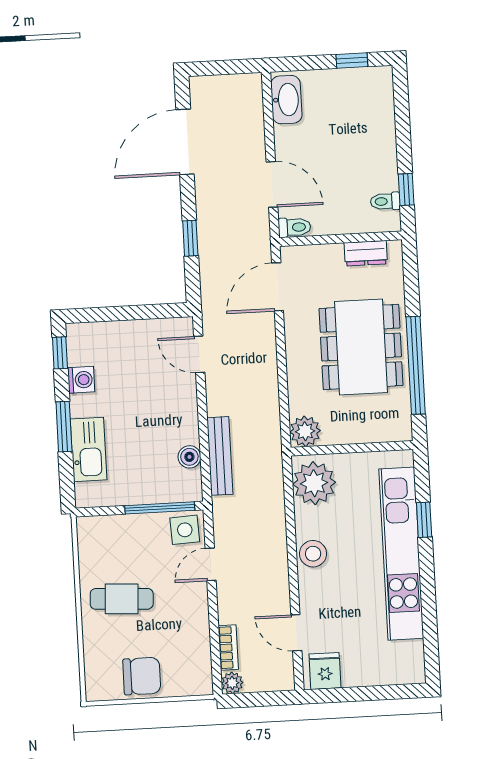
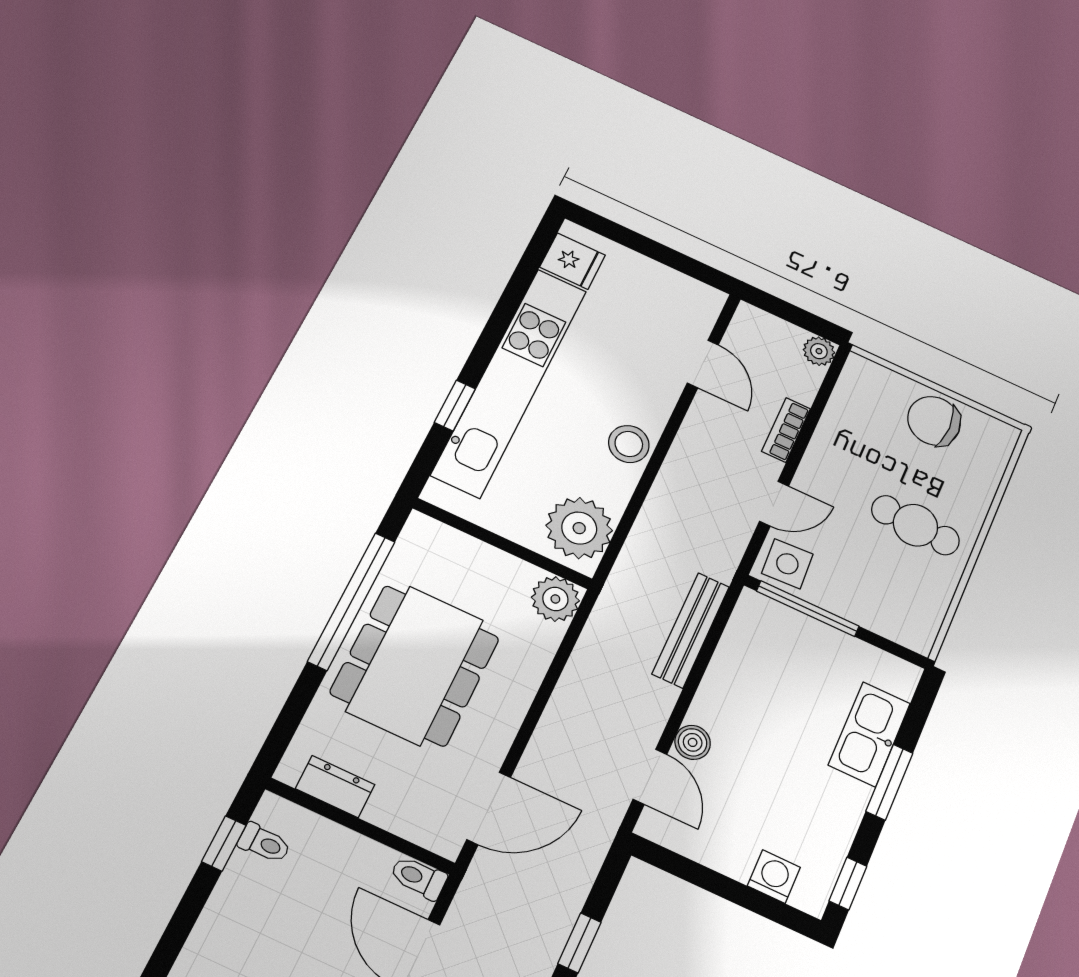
washing machine: (81, 380) -> (774, 877), moved, turned 90
boiler: (189, 457) -> (693, 742), moved
bookcase: (228, 648) -> (786, 430), moved
fridge: (325, 671) -> (572, 261), moved, turned -90

